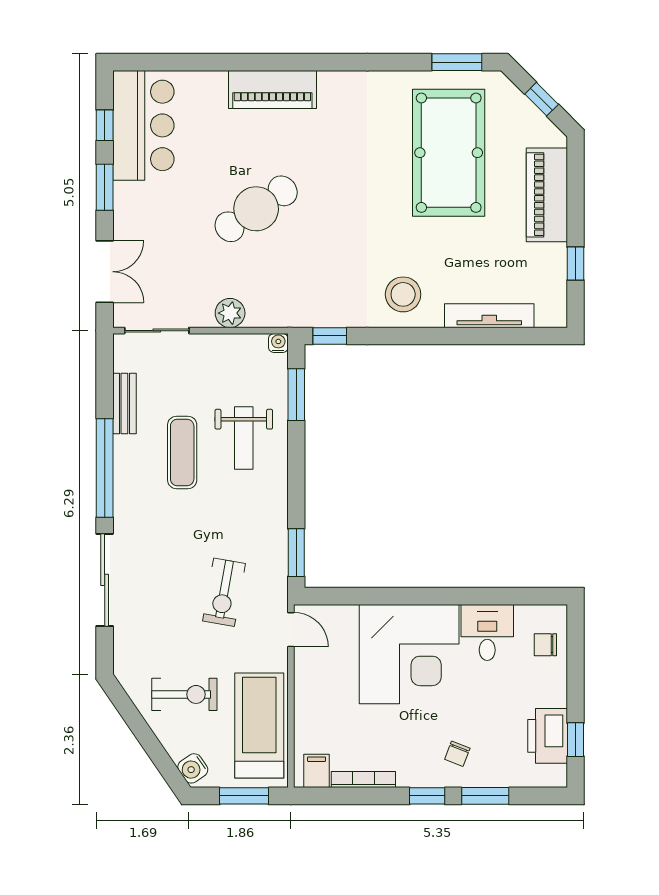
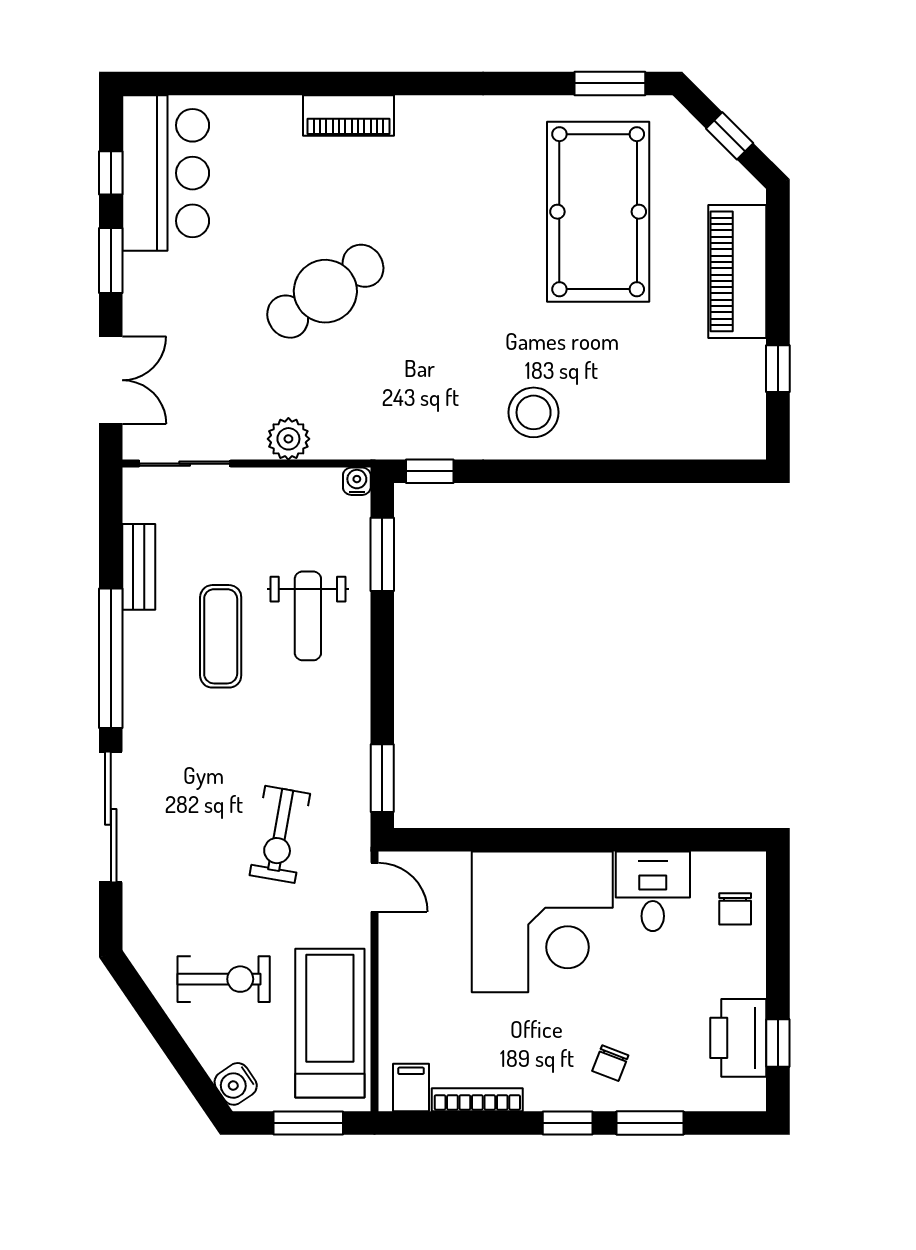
piano: (272, 89) -> (349, 115), width x0.73, depth x0.75
tv unit: (489, 316) -> (656, 443), removed
chair: (545, 645) -> (735, 909), turned -90

